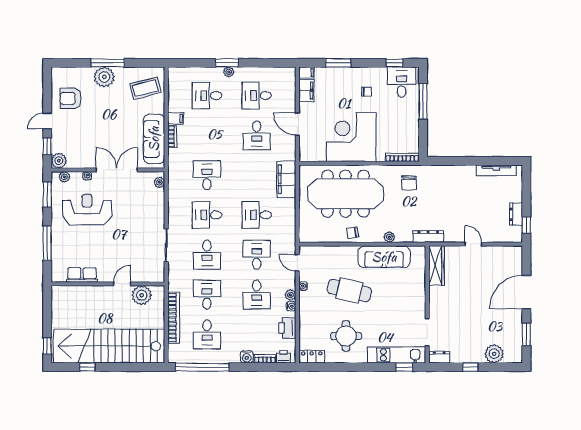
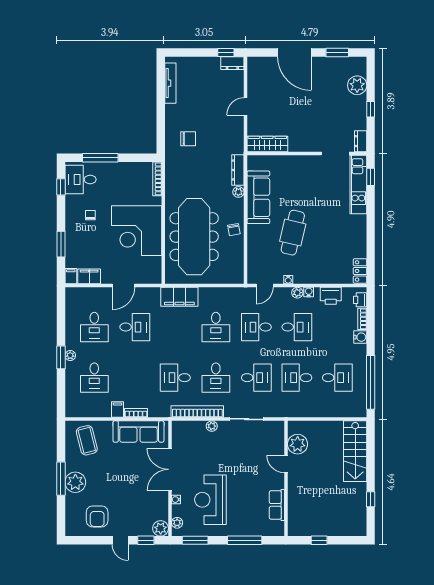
plant: (159, 182) -> (212, 426), moved
chair: (409, 183) -> (188, 139), moved
dresser: (516, 214) -> (232, 63), moved
dresser: (428, 237) -> (238, 170), moved
bookcase: (174, 318) -> (197, 412), moved
round table: (346, 336) -> (339, 236), removed
window: (47, 346) -> (319, 540), moved
stairs: (109, 346) -> (355, 451), width x0.54, depth x0.66

